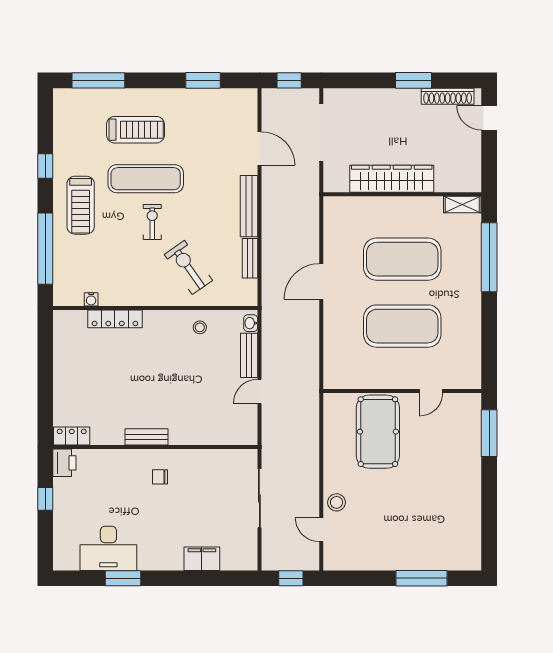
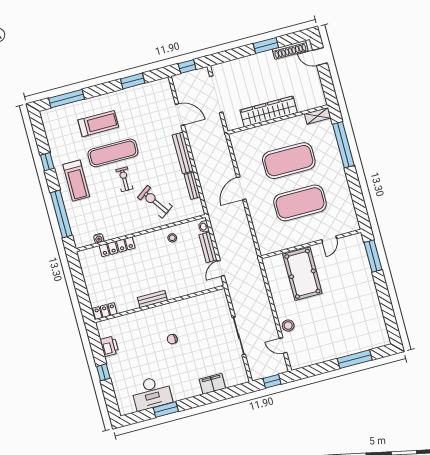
locker: (72, 436) -> (105, 311), moved
bench: (147, 437) -> (152, 299), moved
wall: (155, 447) -> (160, 304), moved

